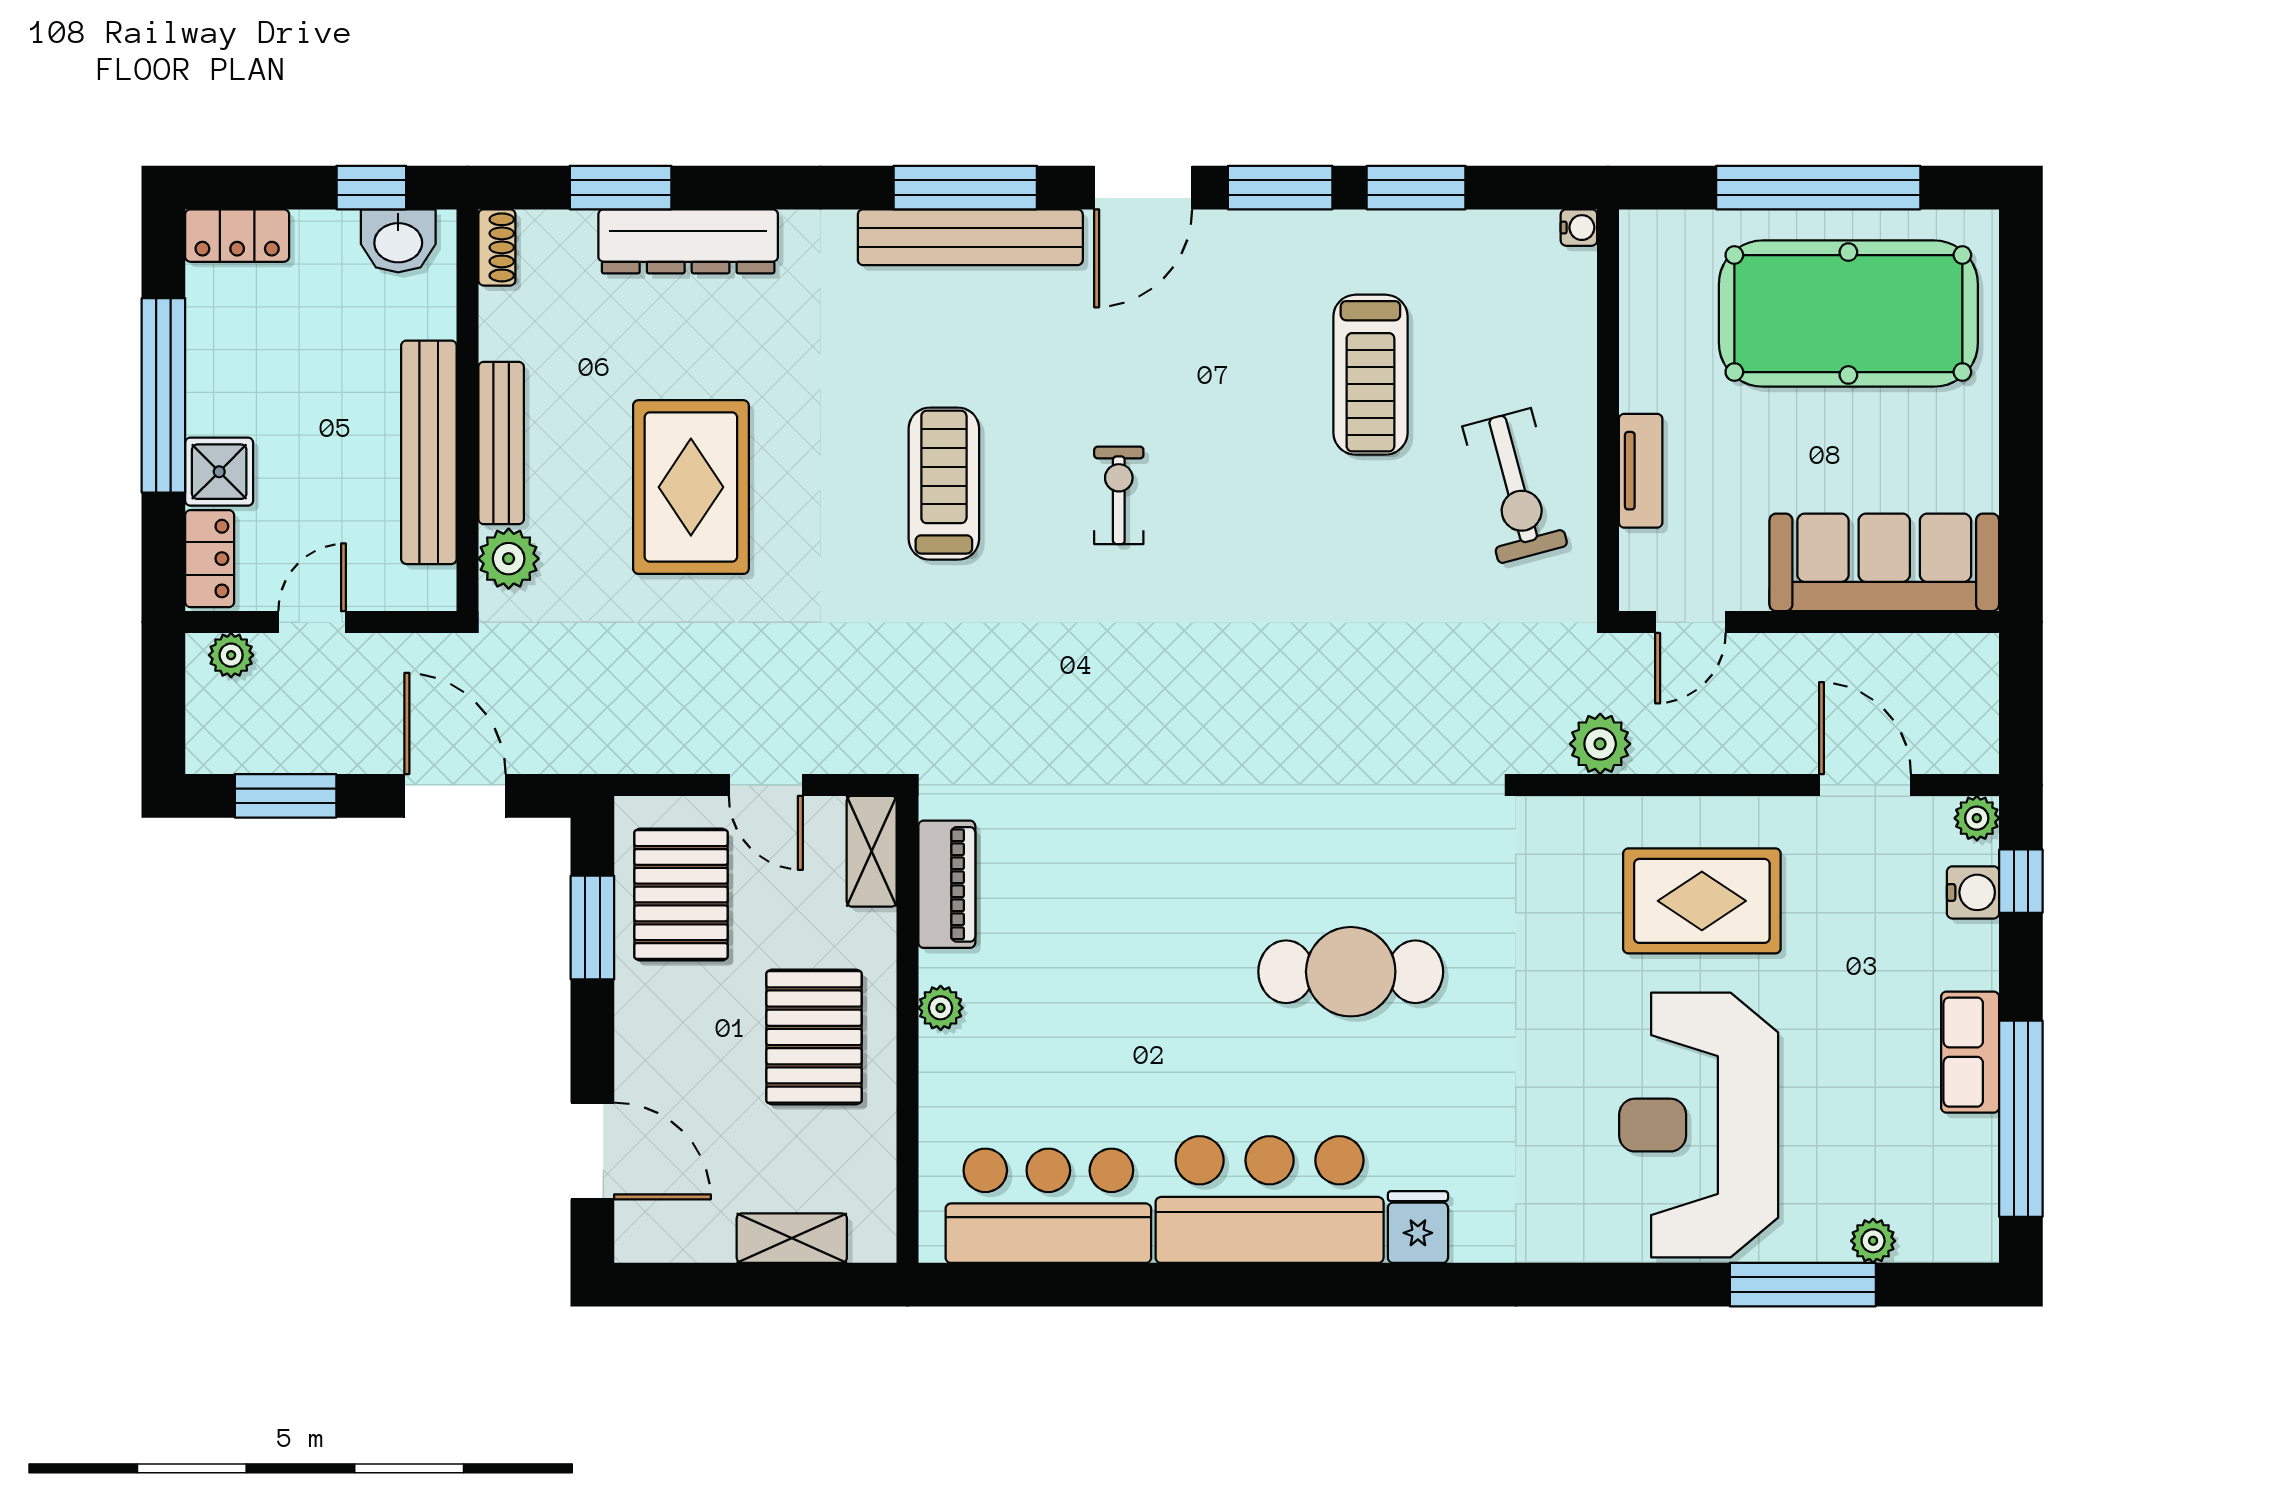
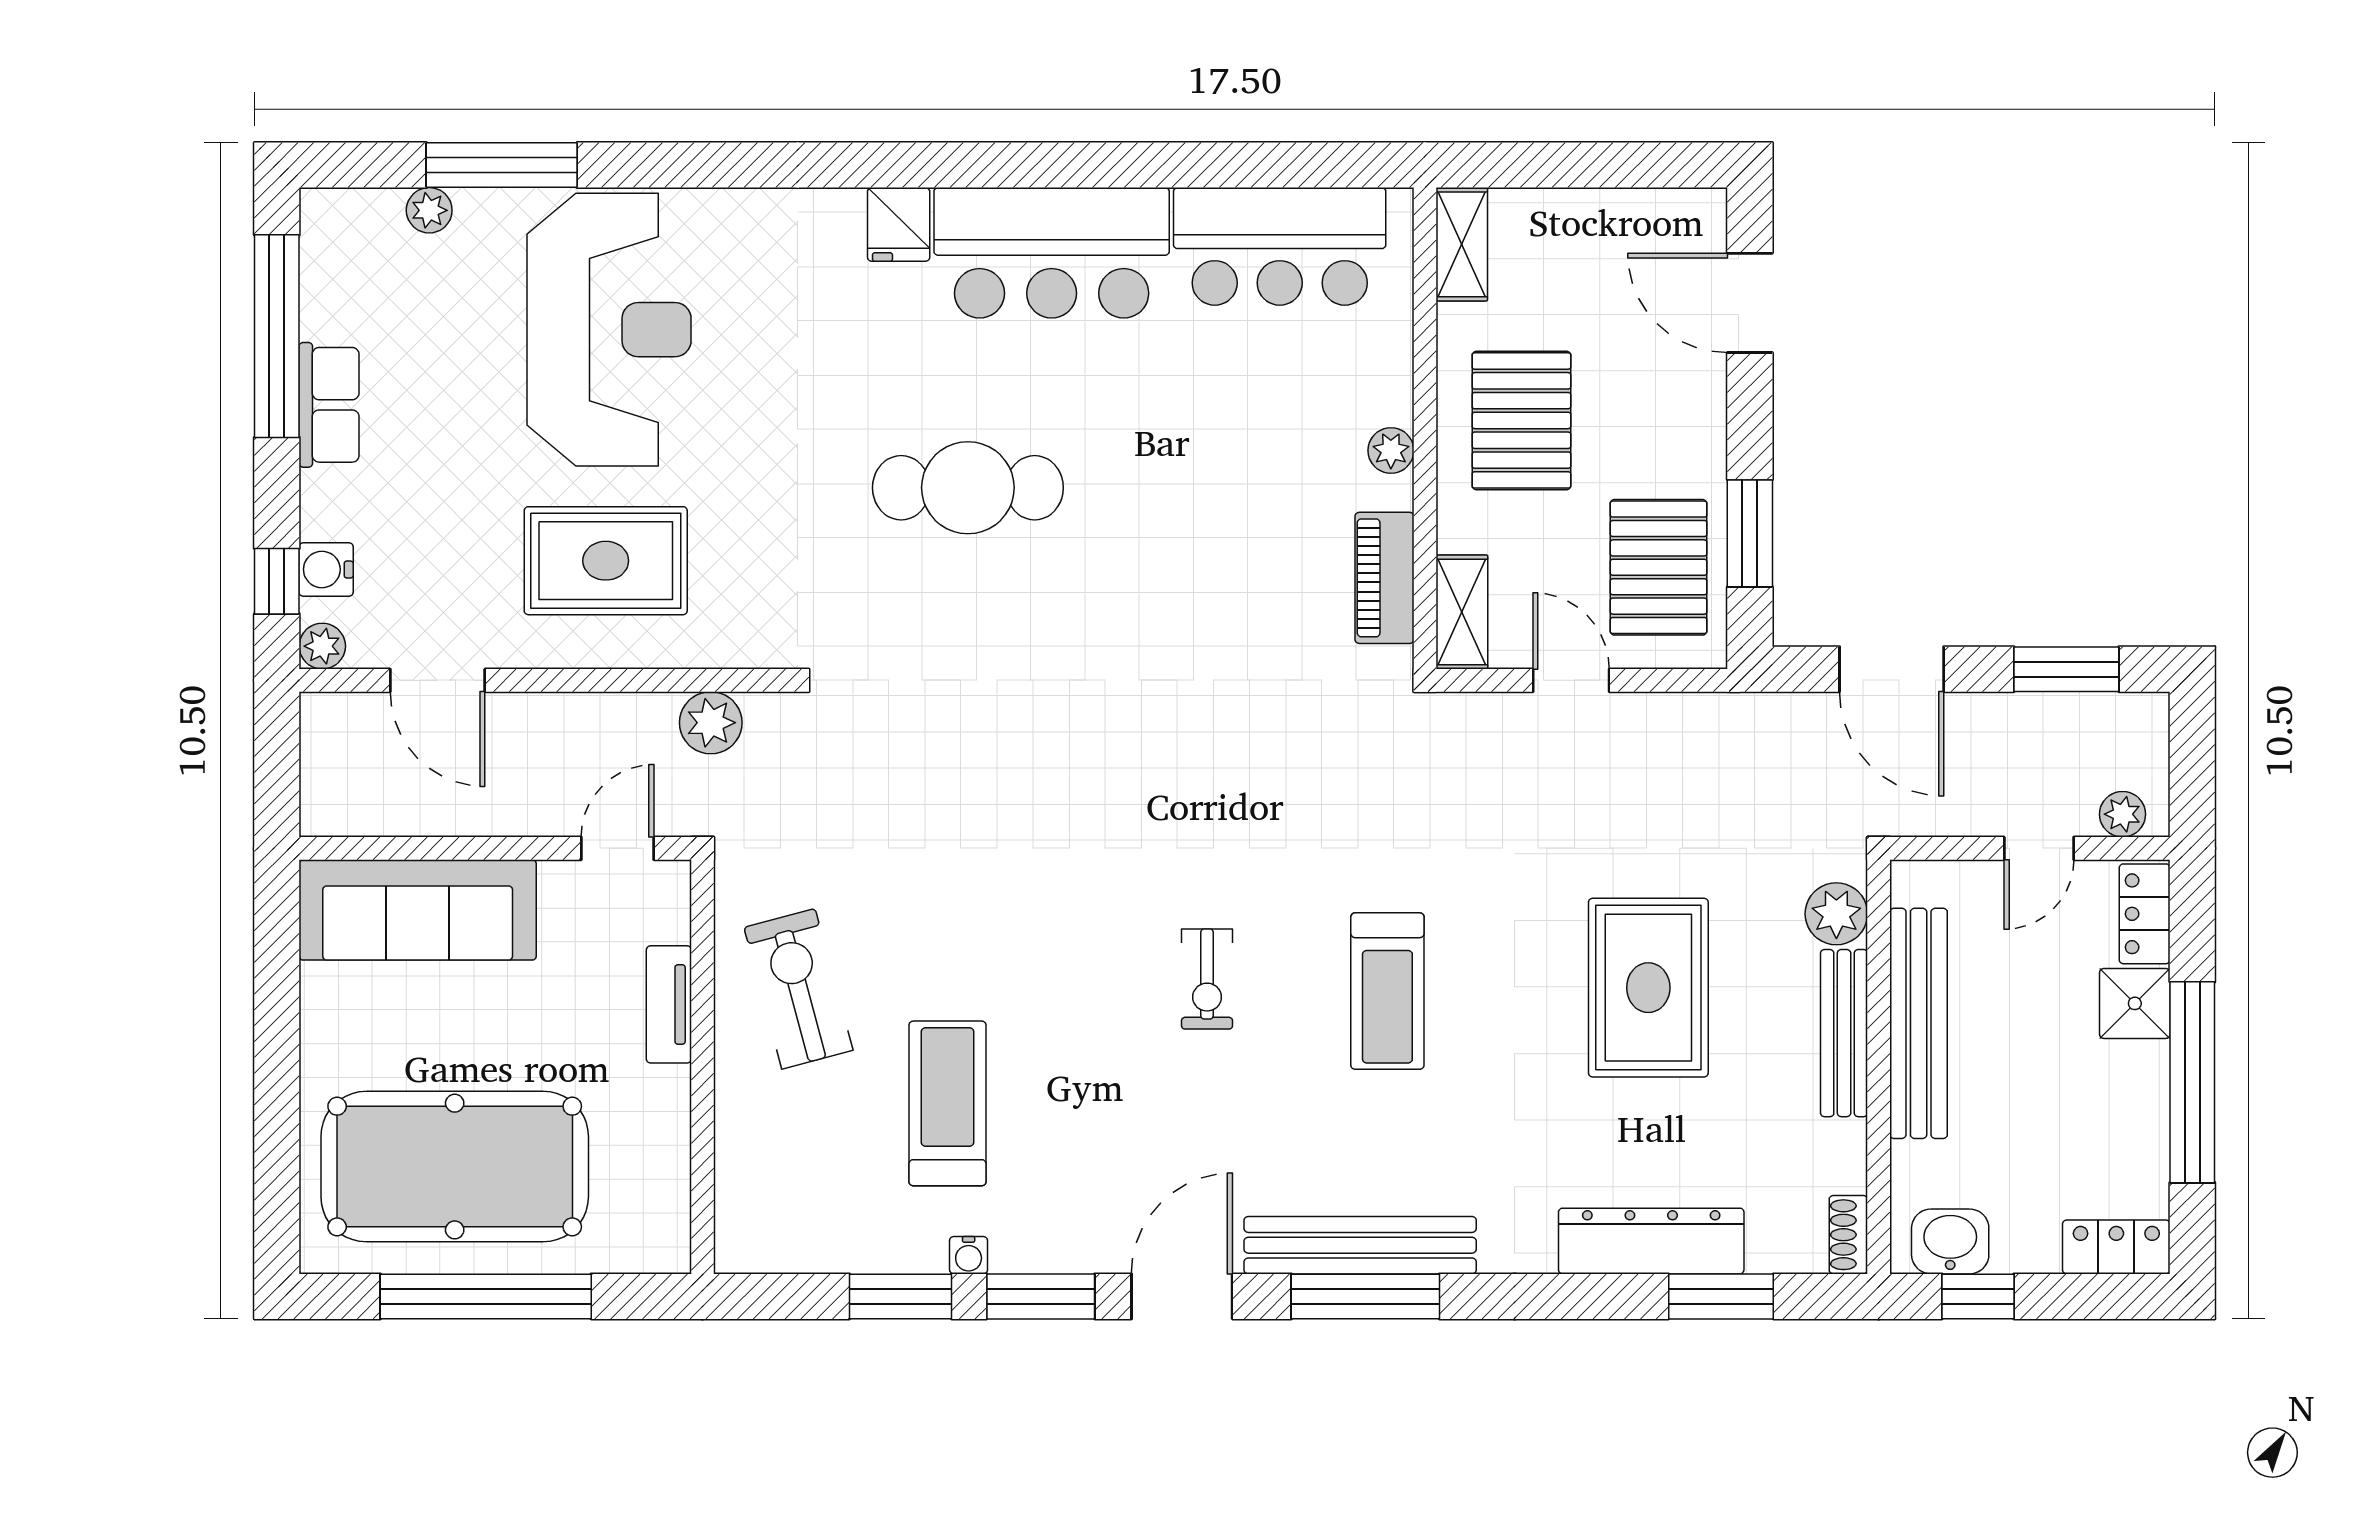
water cooler: (1579, 228) -> (969, 1255), moved, turned -90
shelving: (792, 1238) -> (1462, 244), moved, turned 90

